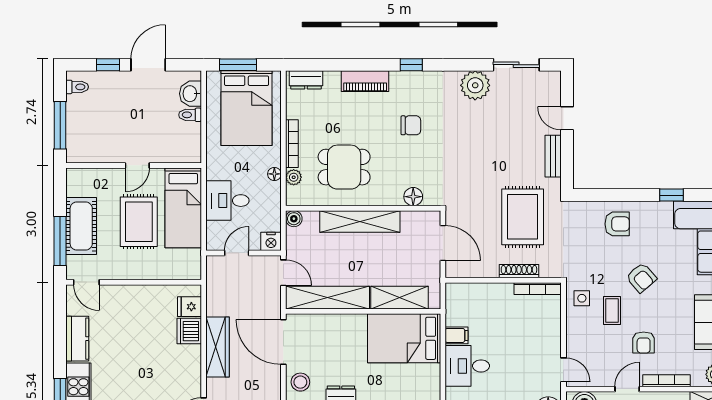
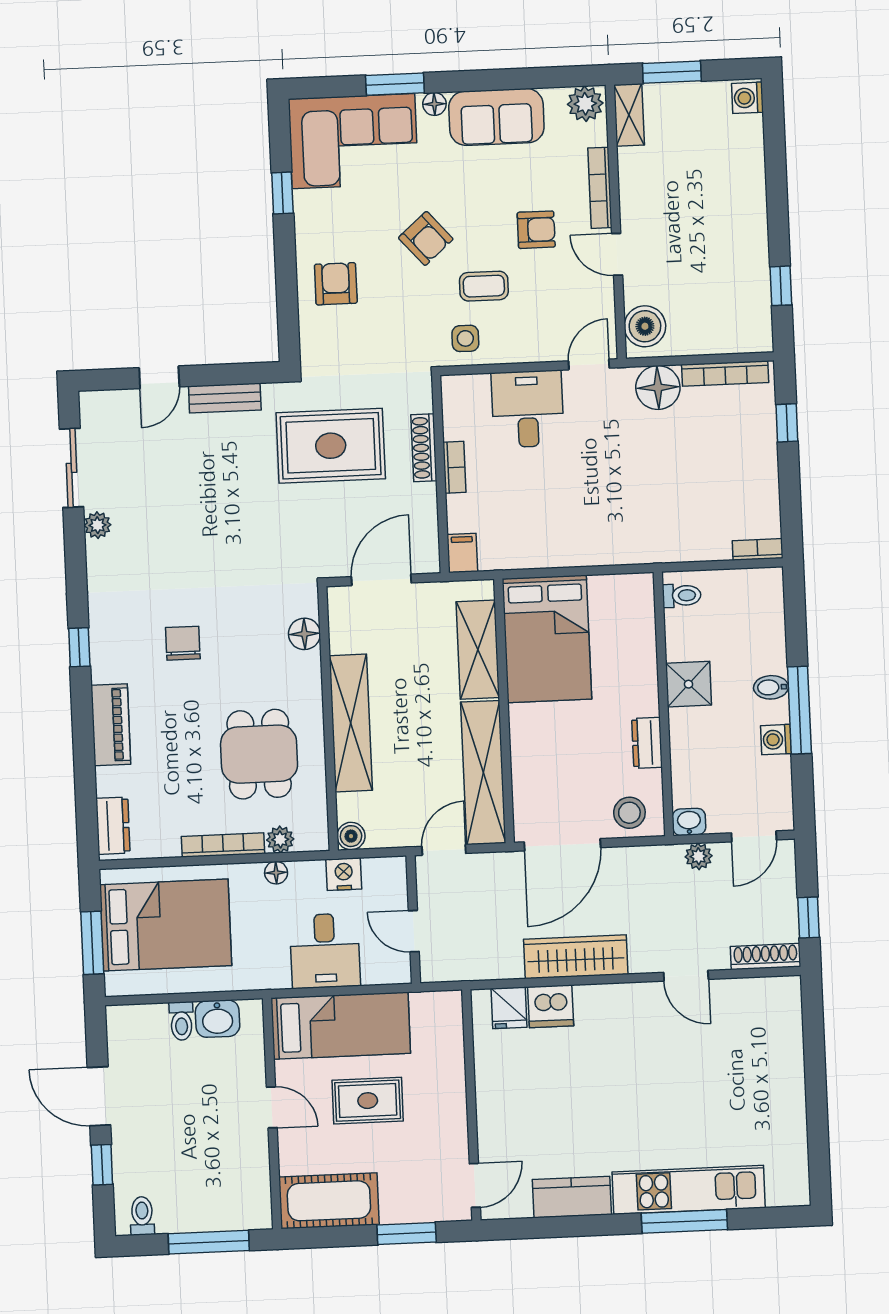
plant: (475, 85) -> (97, 525), width x0.53, depth x0.53
washbasin: (191, 94) -> (218, 1019), moved
rug: (139, 222) -> (368, 1101), width x0.73, depth x0.70
cot: (81, 226) -> (329, 1201), moved
window: (60, 241) -> (407, 1234), width x0.69
nightstand: (271, 241) -> (344, 874), moved, turned -90
armchair: (641, 278) -> (426, 238), turned 90
bookcase: (538, 289) -> (454, 467), moved, width x0.64
filing cabinet: (456, 335) -> (462, 553), moved
desk: (467, 366) -> (528, 409), moved, turned 180

